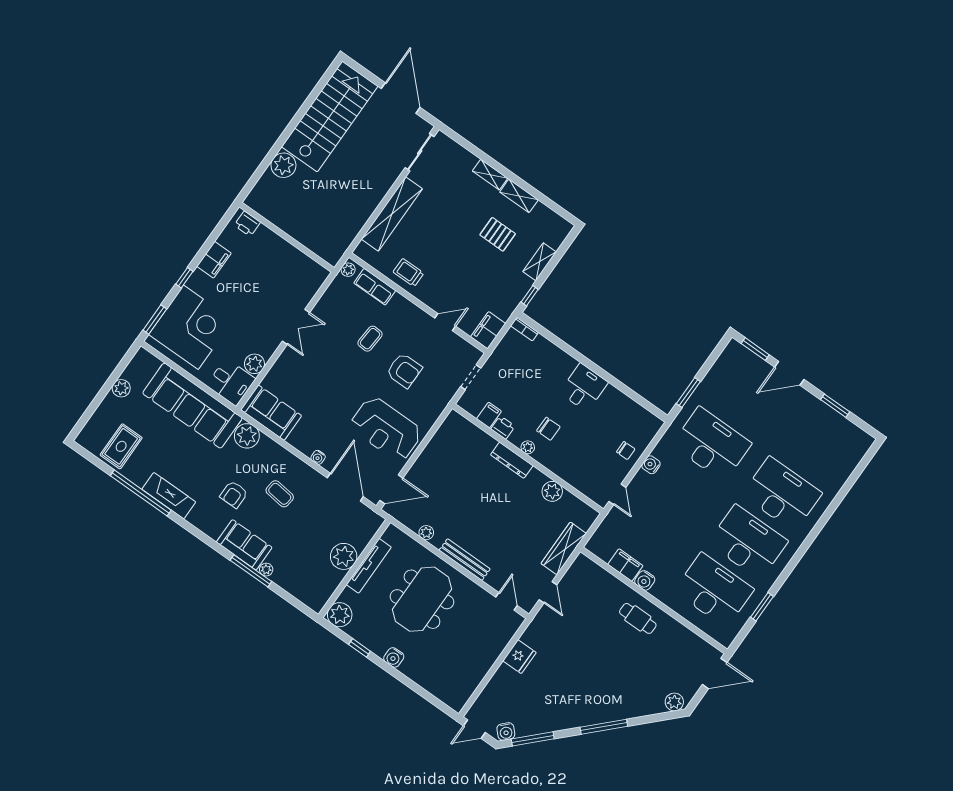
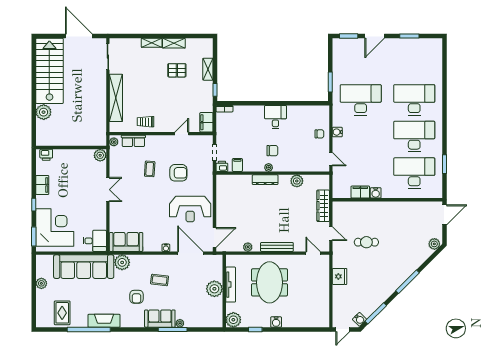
plant: (254, 364) -> (100, 155), moved
printer: (503, 427) -> (222, 166), moved
cafe table: (638, 618) -> (366, 242), moved

